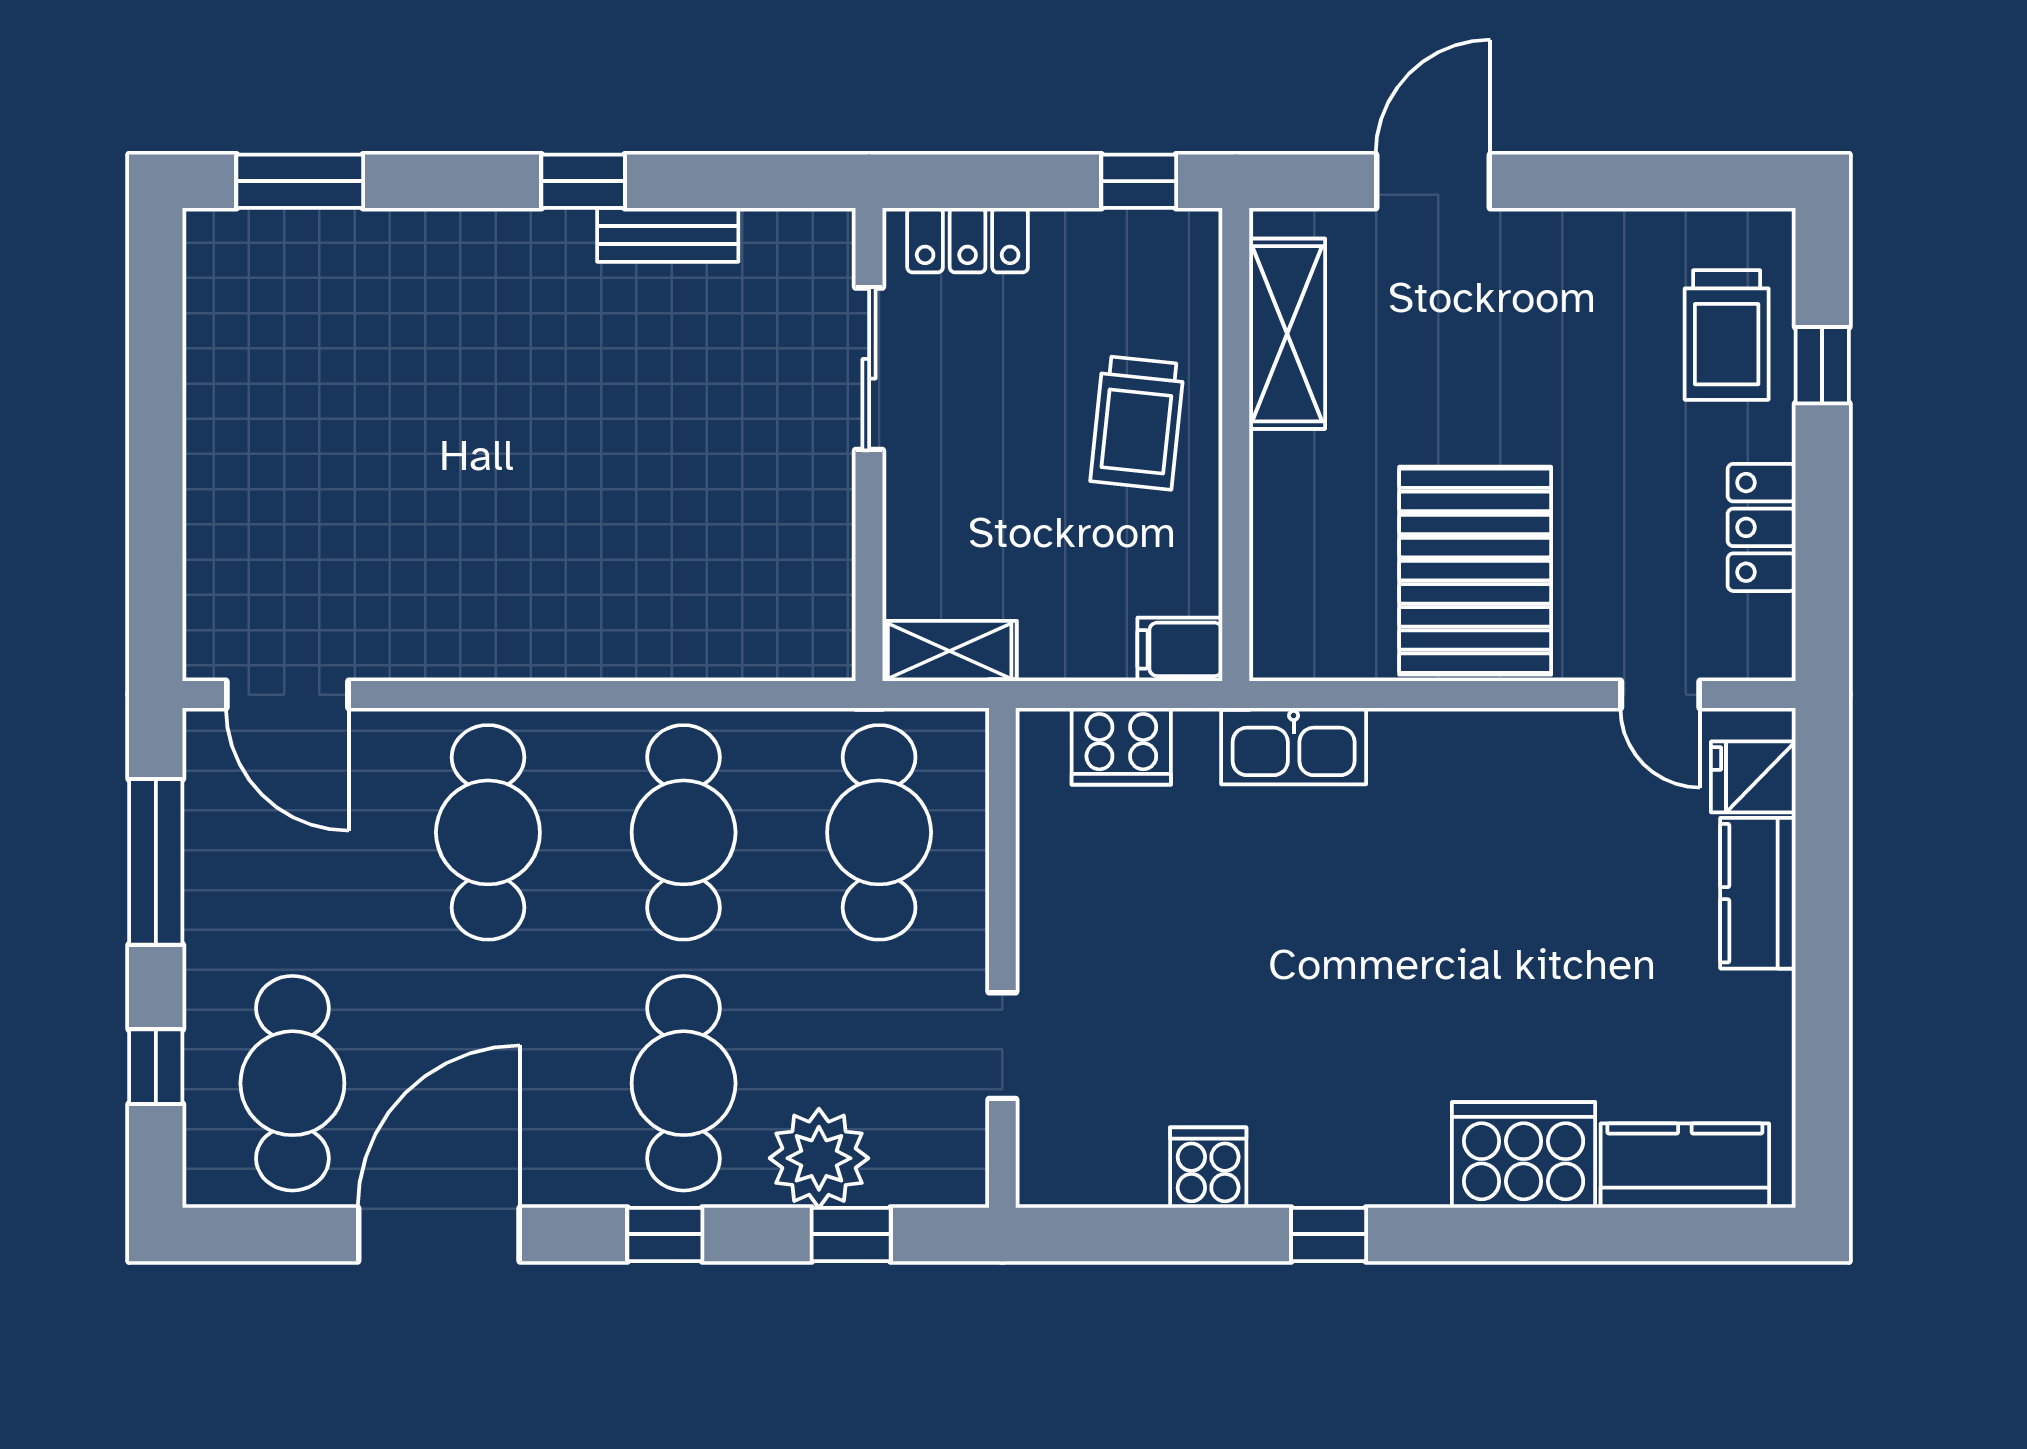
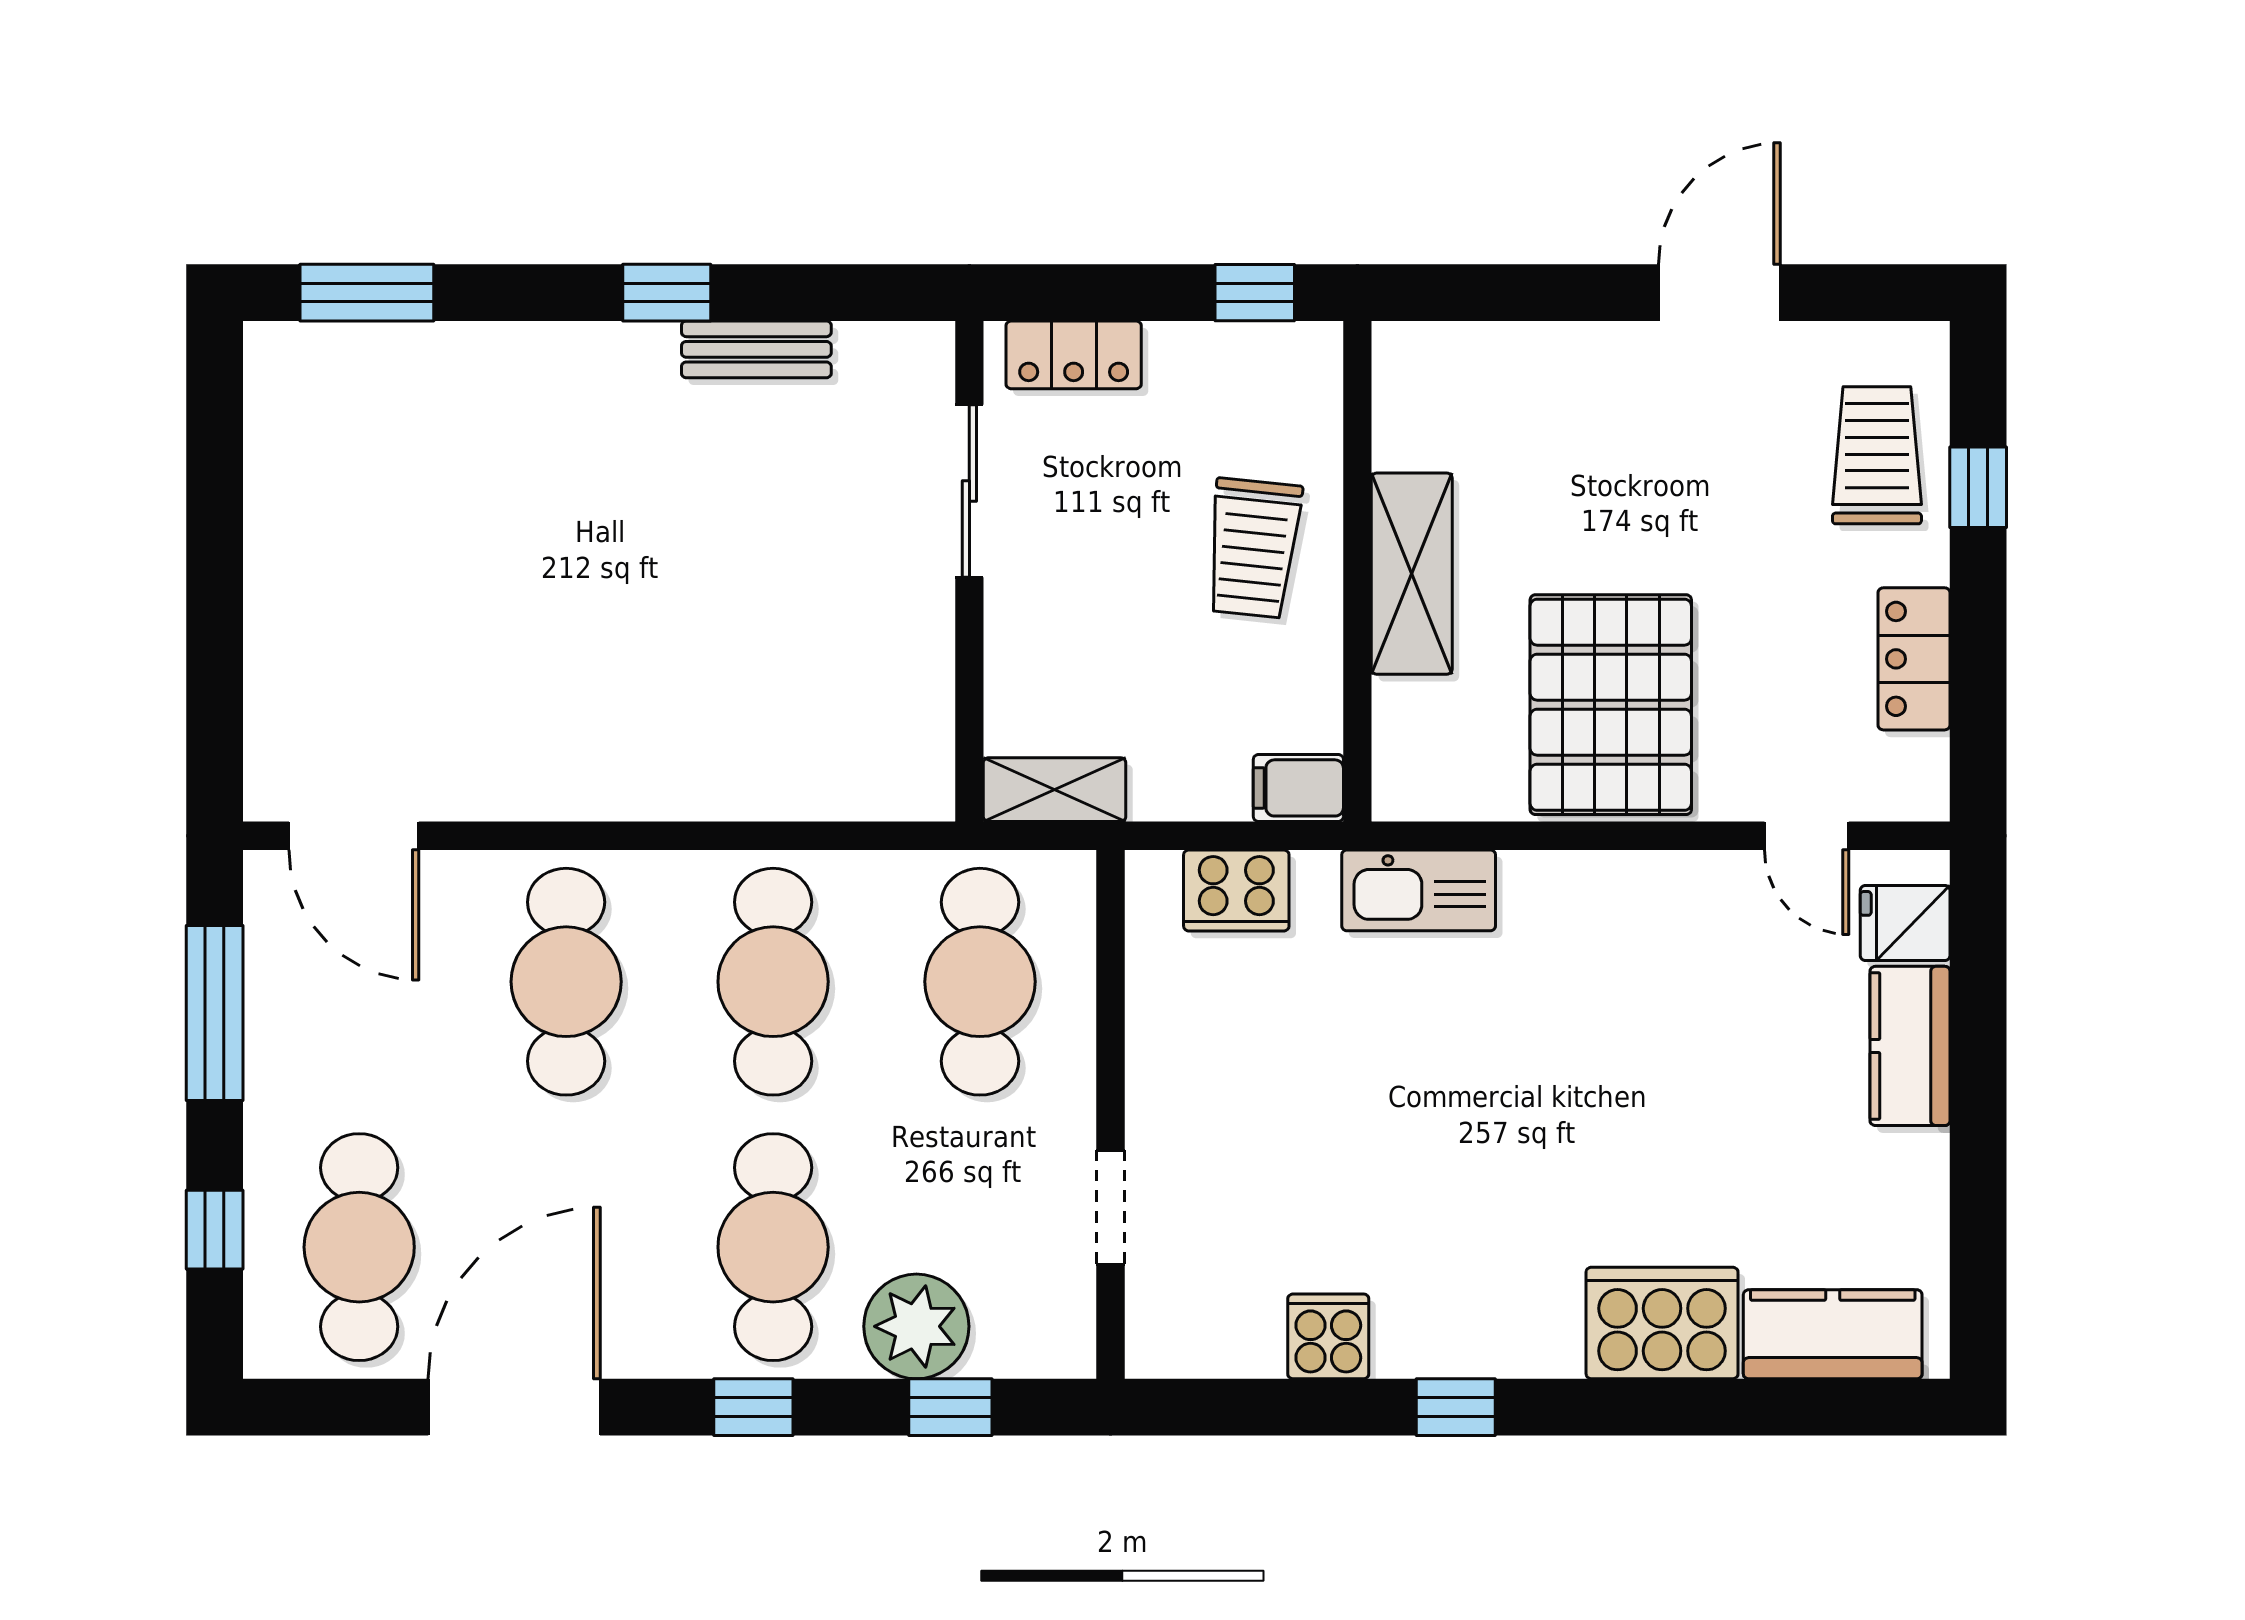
door: (1433, 181) -> (1719, 293), moved
shelving: (1287, 334) -> (1412, 574), moved
trolley: (1727, 335) -> (1877, 455), turned 180

